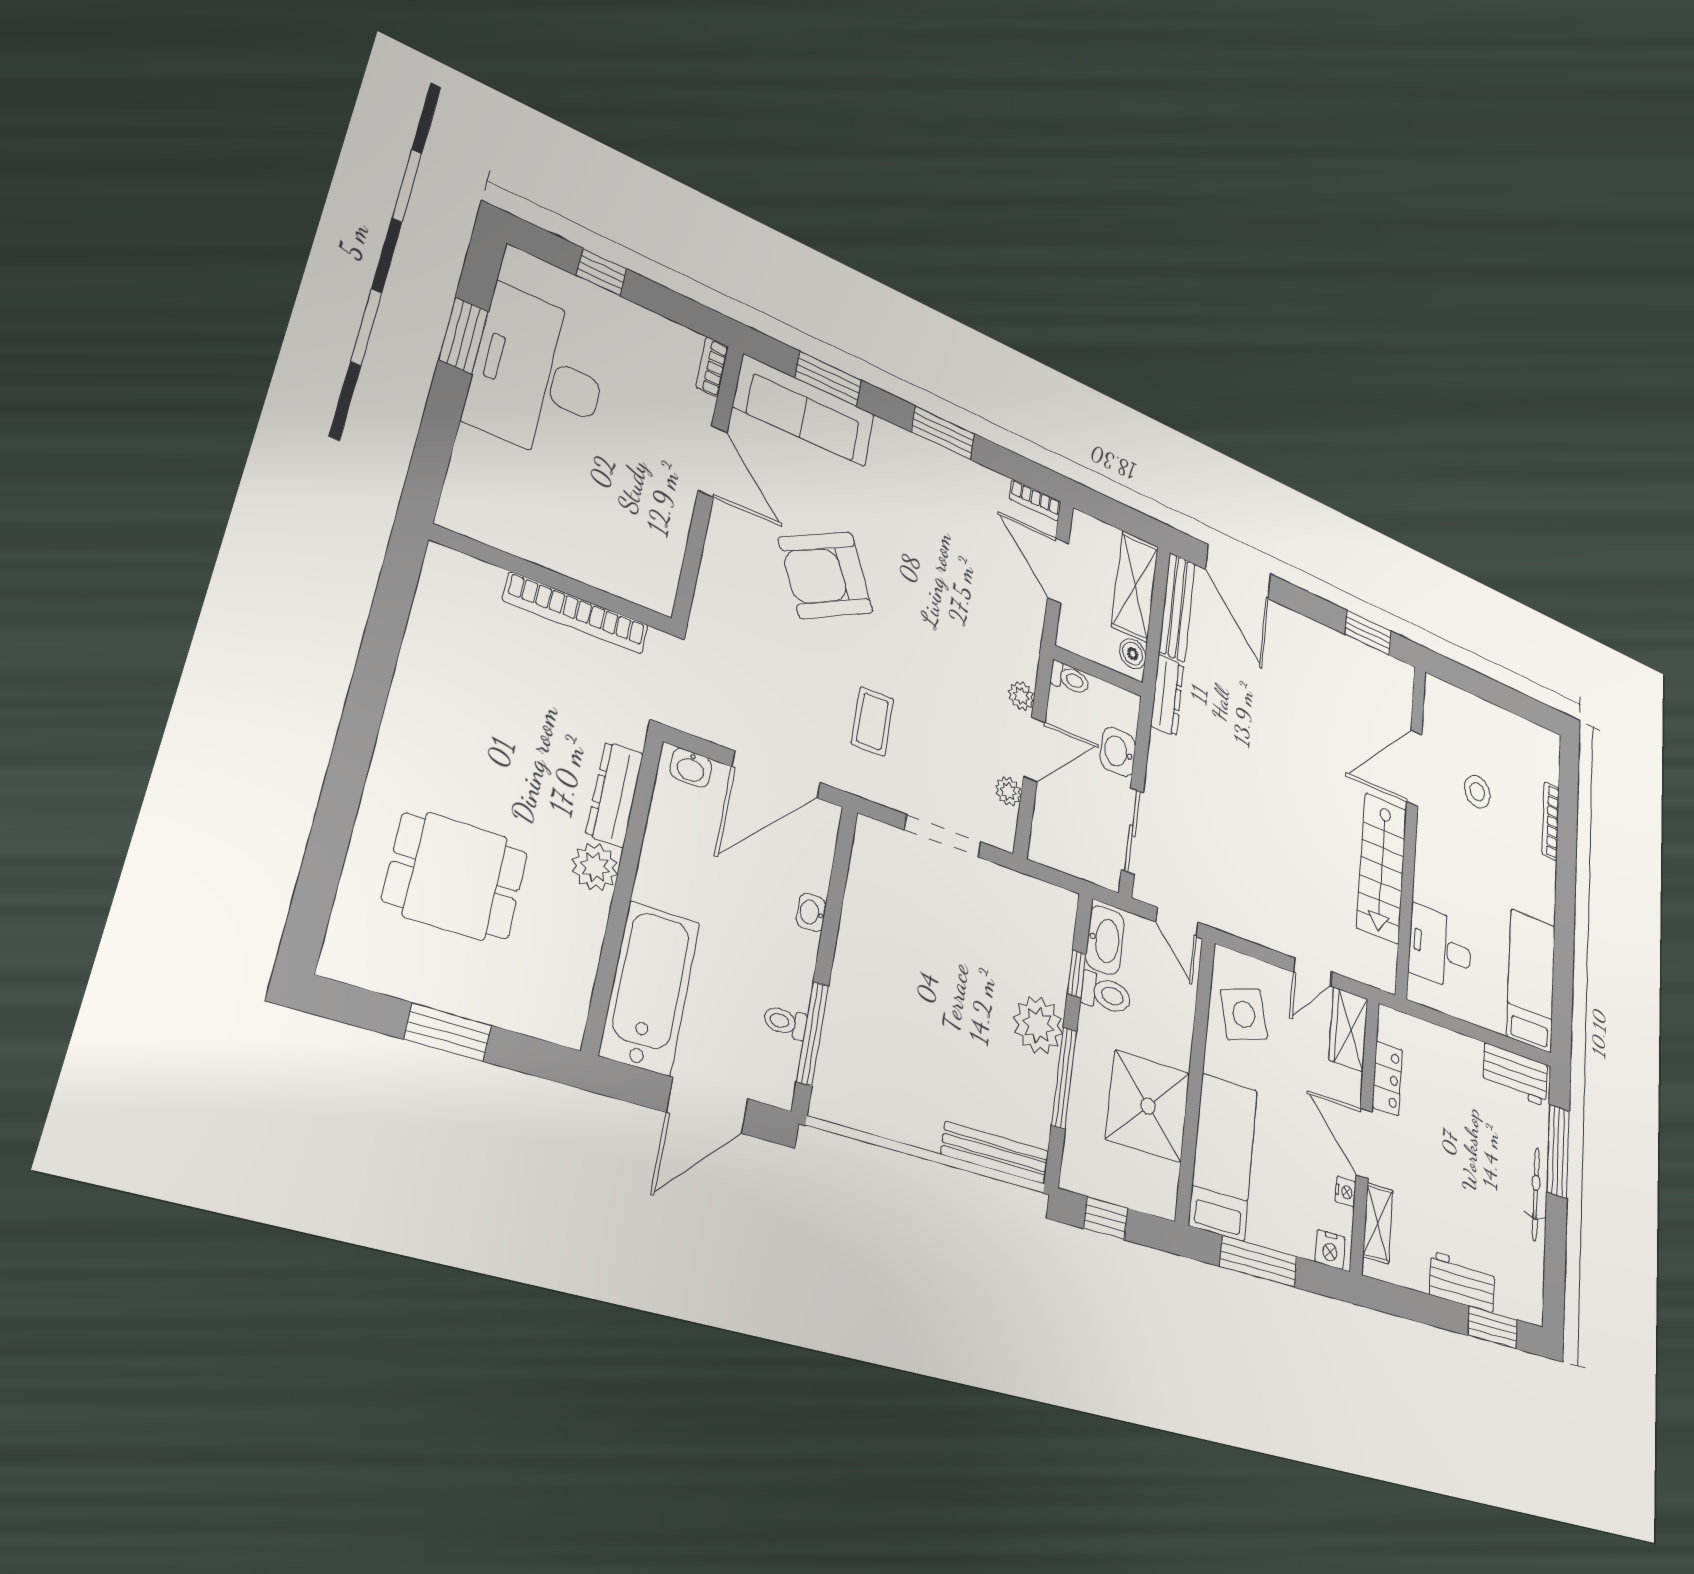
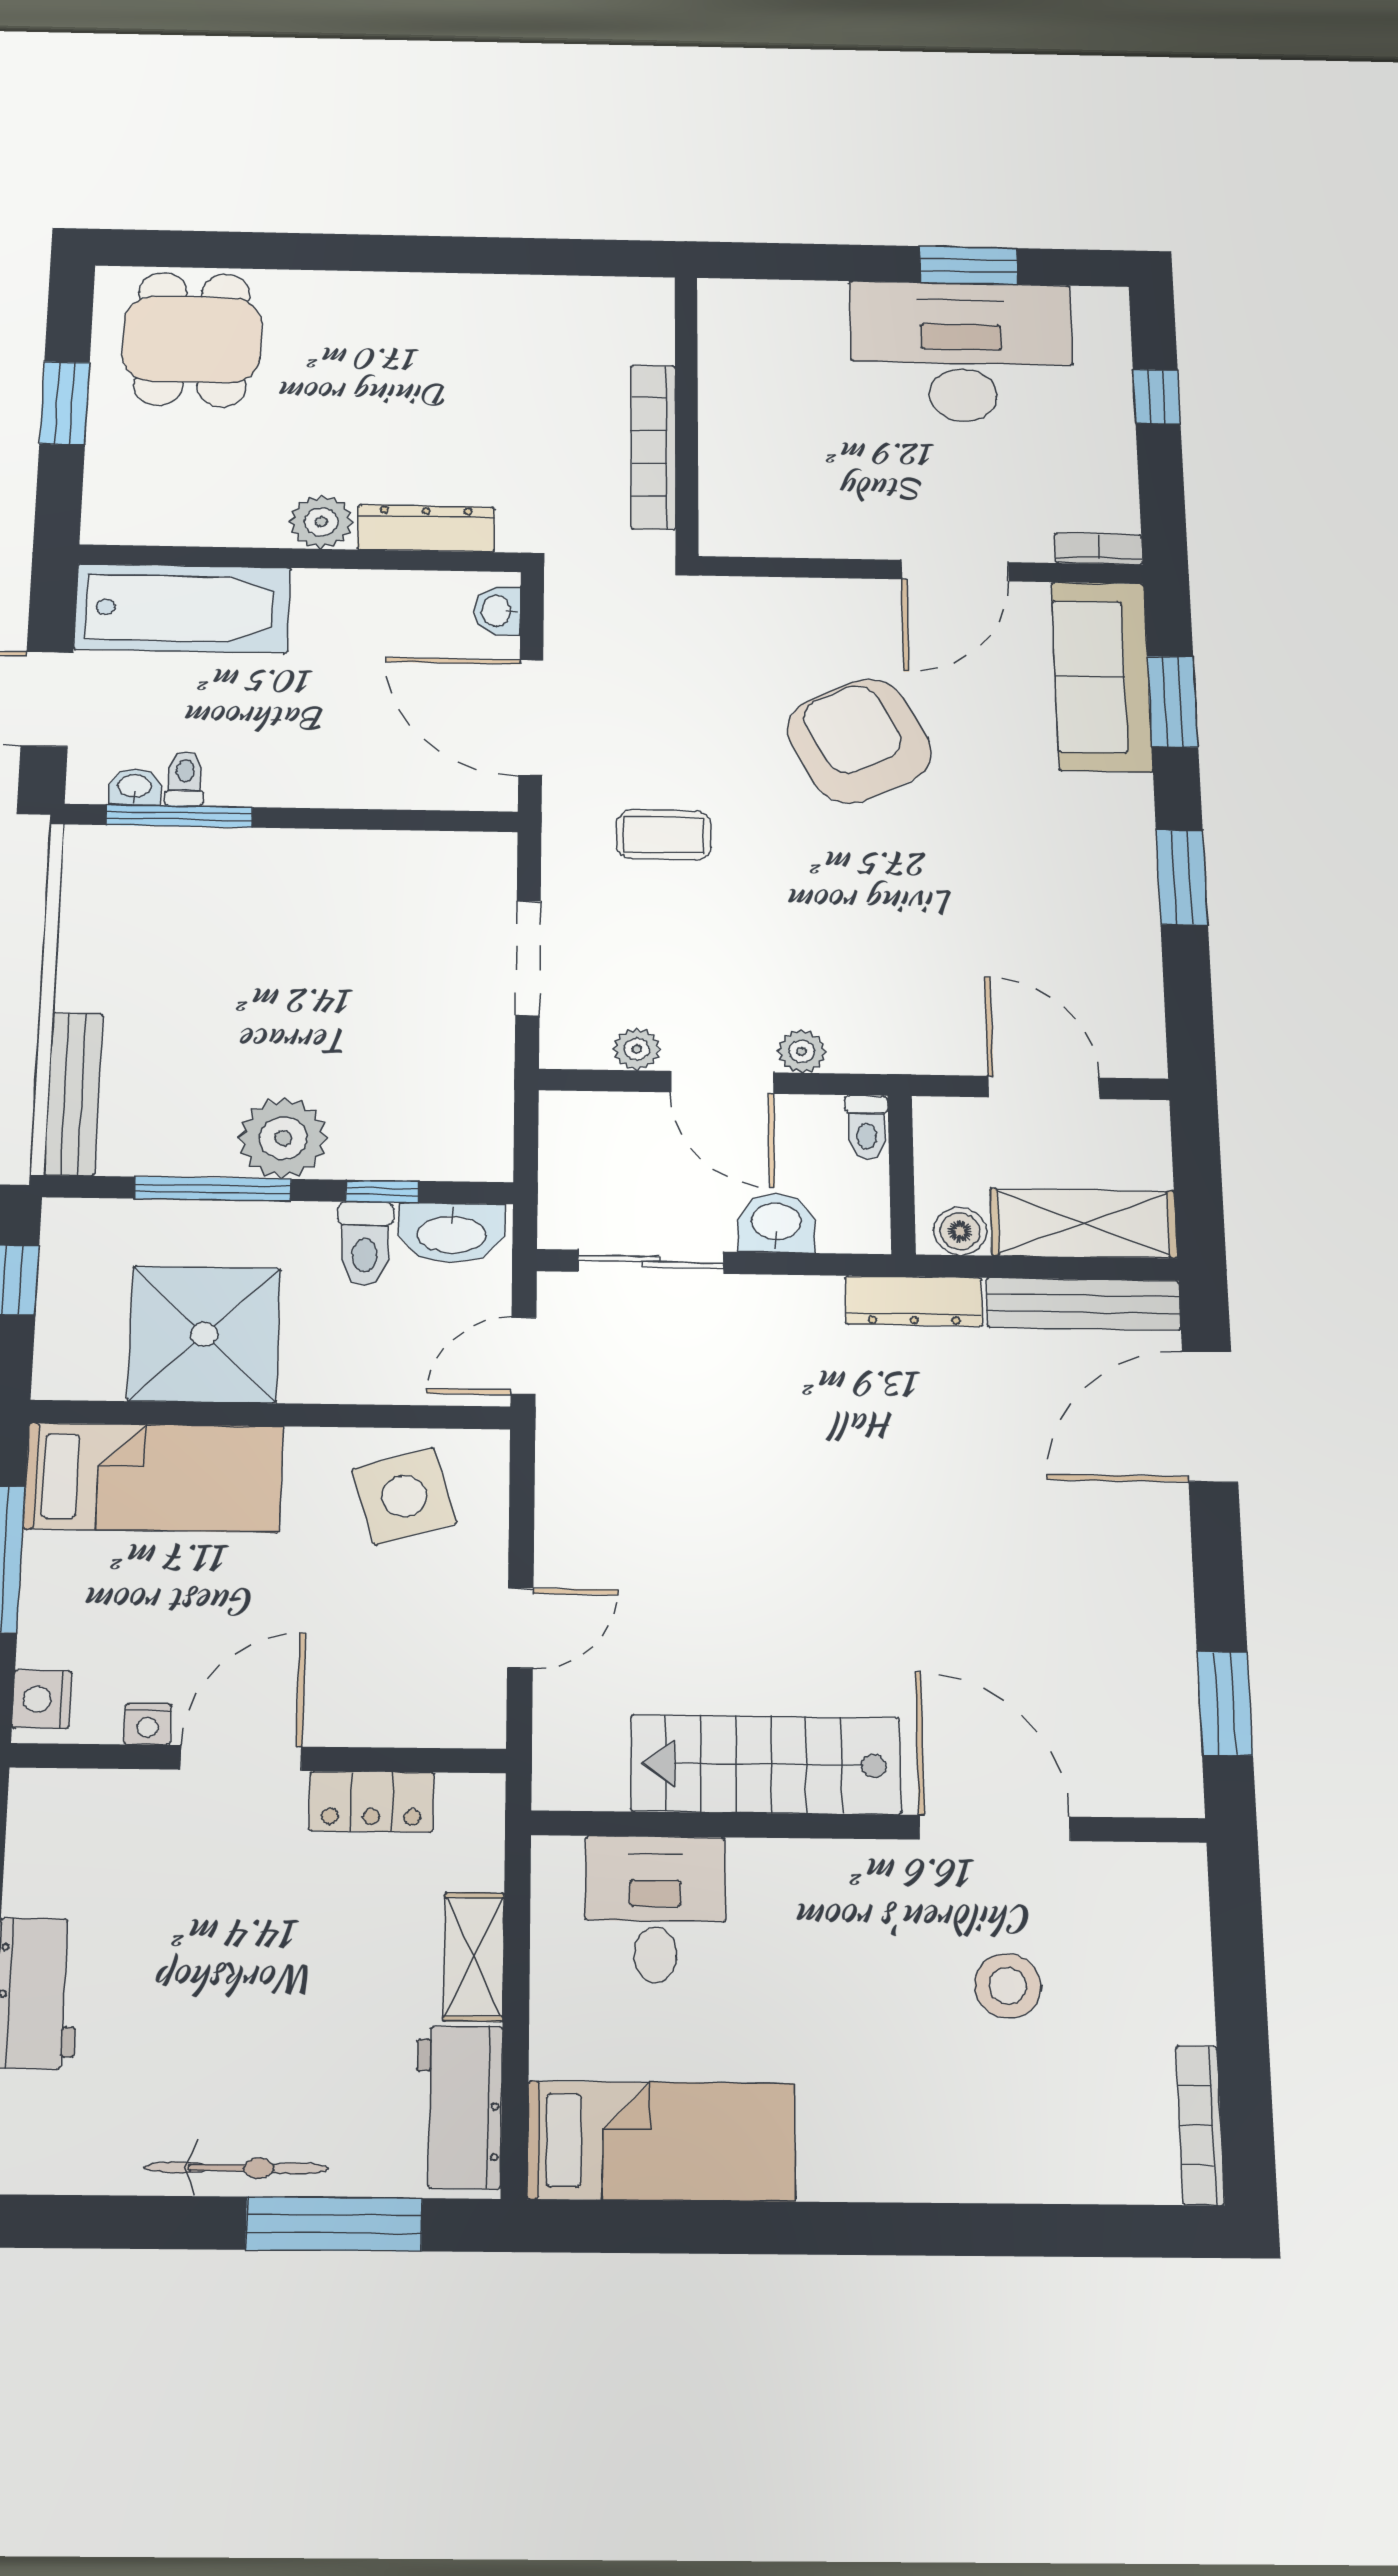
bookcase: (1035, 500) -> (1147, 1036), removed
door: (1058, 571) -> (1044, 1087), hinge flipped
bookcase: (1551, 821) -> (1200, 2125), moved, turned -90
dining table: (456, 876) -> (192, 339), moved
washbasin: (811, 913) -> (135, 787), moved
door: (1313, 972) -> (520, 1628), swing flipped
wardrobe: (1348, 1029) -> (438, 1711), removed
shelving: (1378, 1223) -> (474, 1957), moved, turned 90

